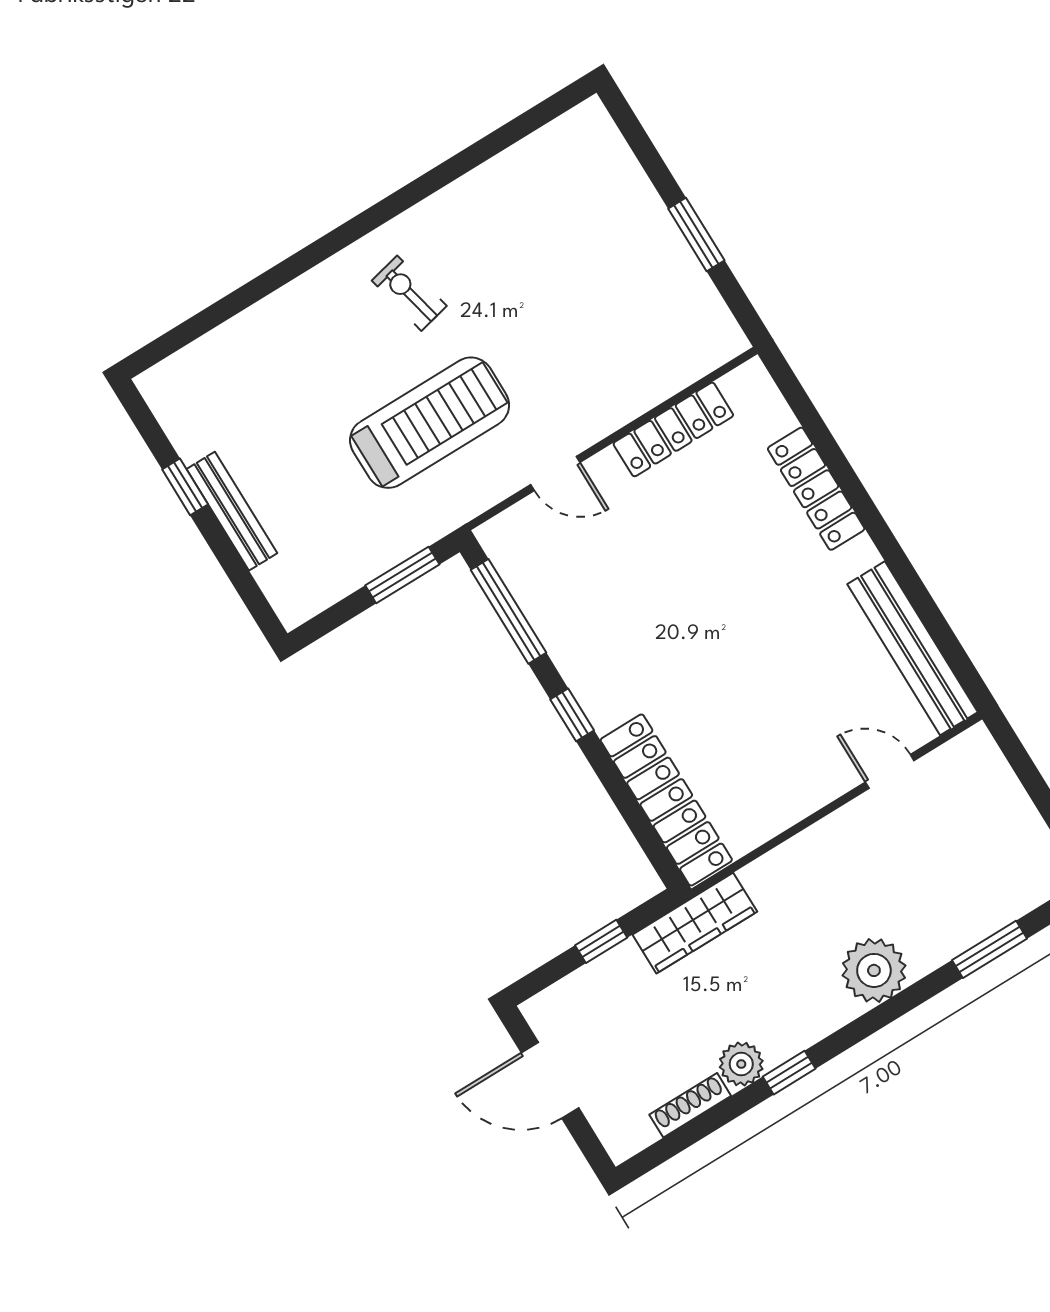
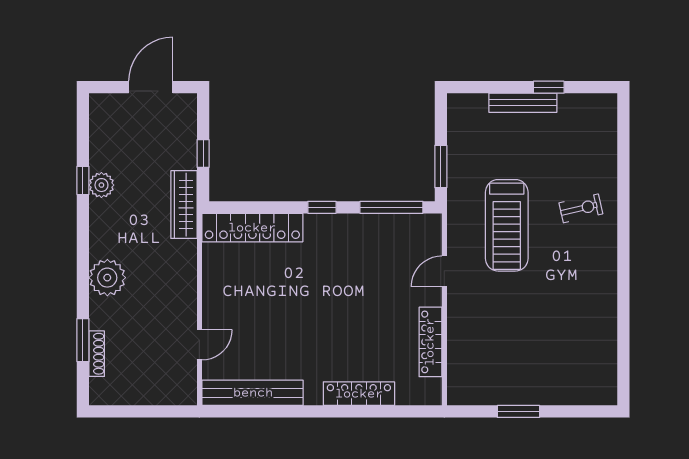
exercise bike: (409, 293) -> (581, 208), moved
window: (789, 1073) -> (83, 180), moved
shoe rack: (690, 1105) -> (97, 354), moved

